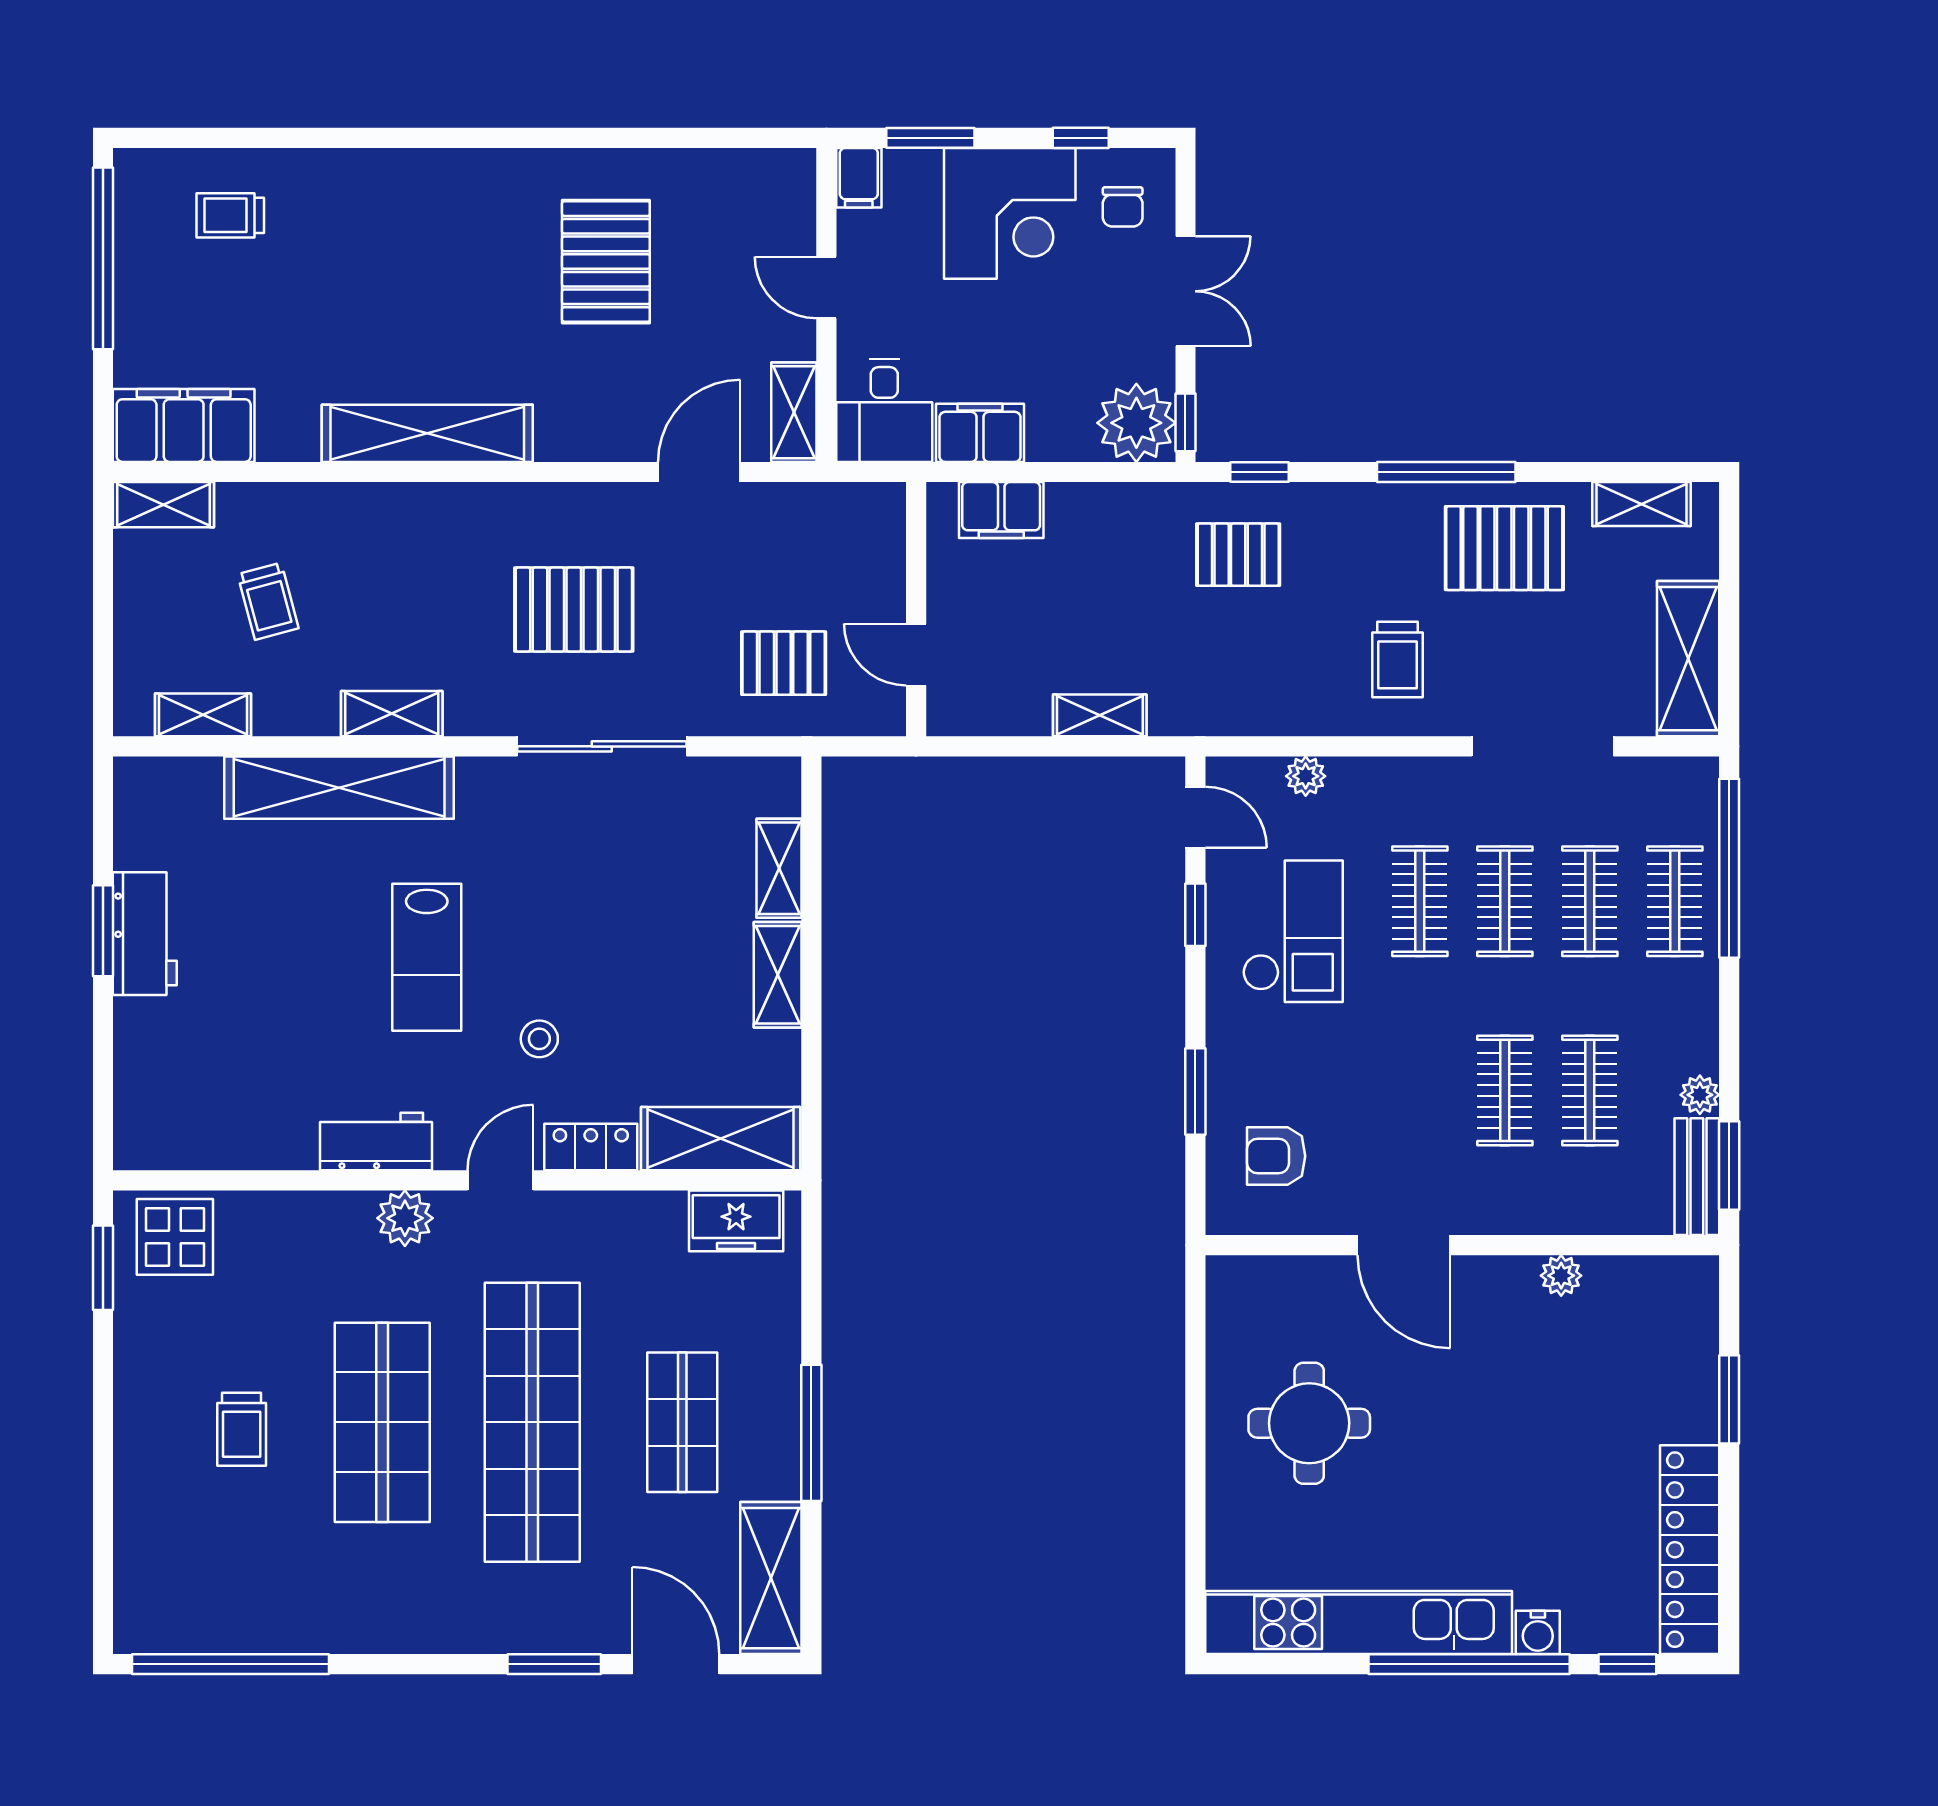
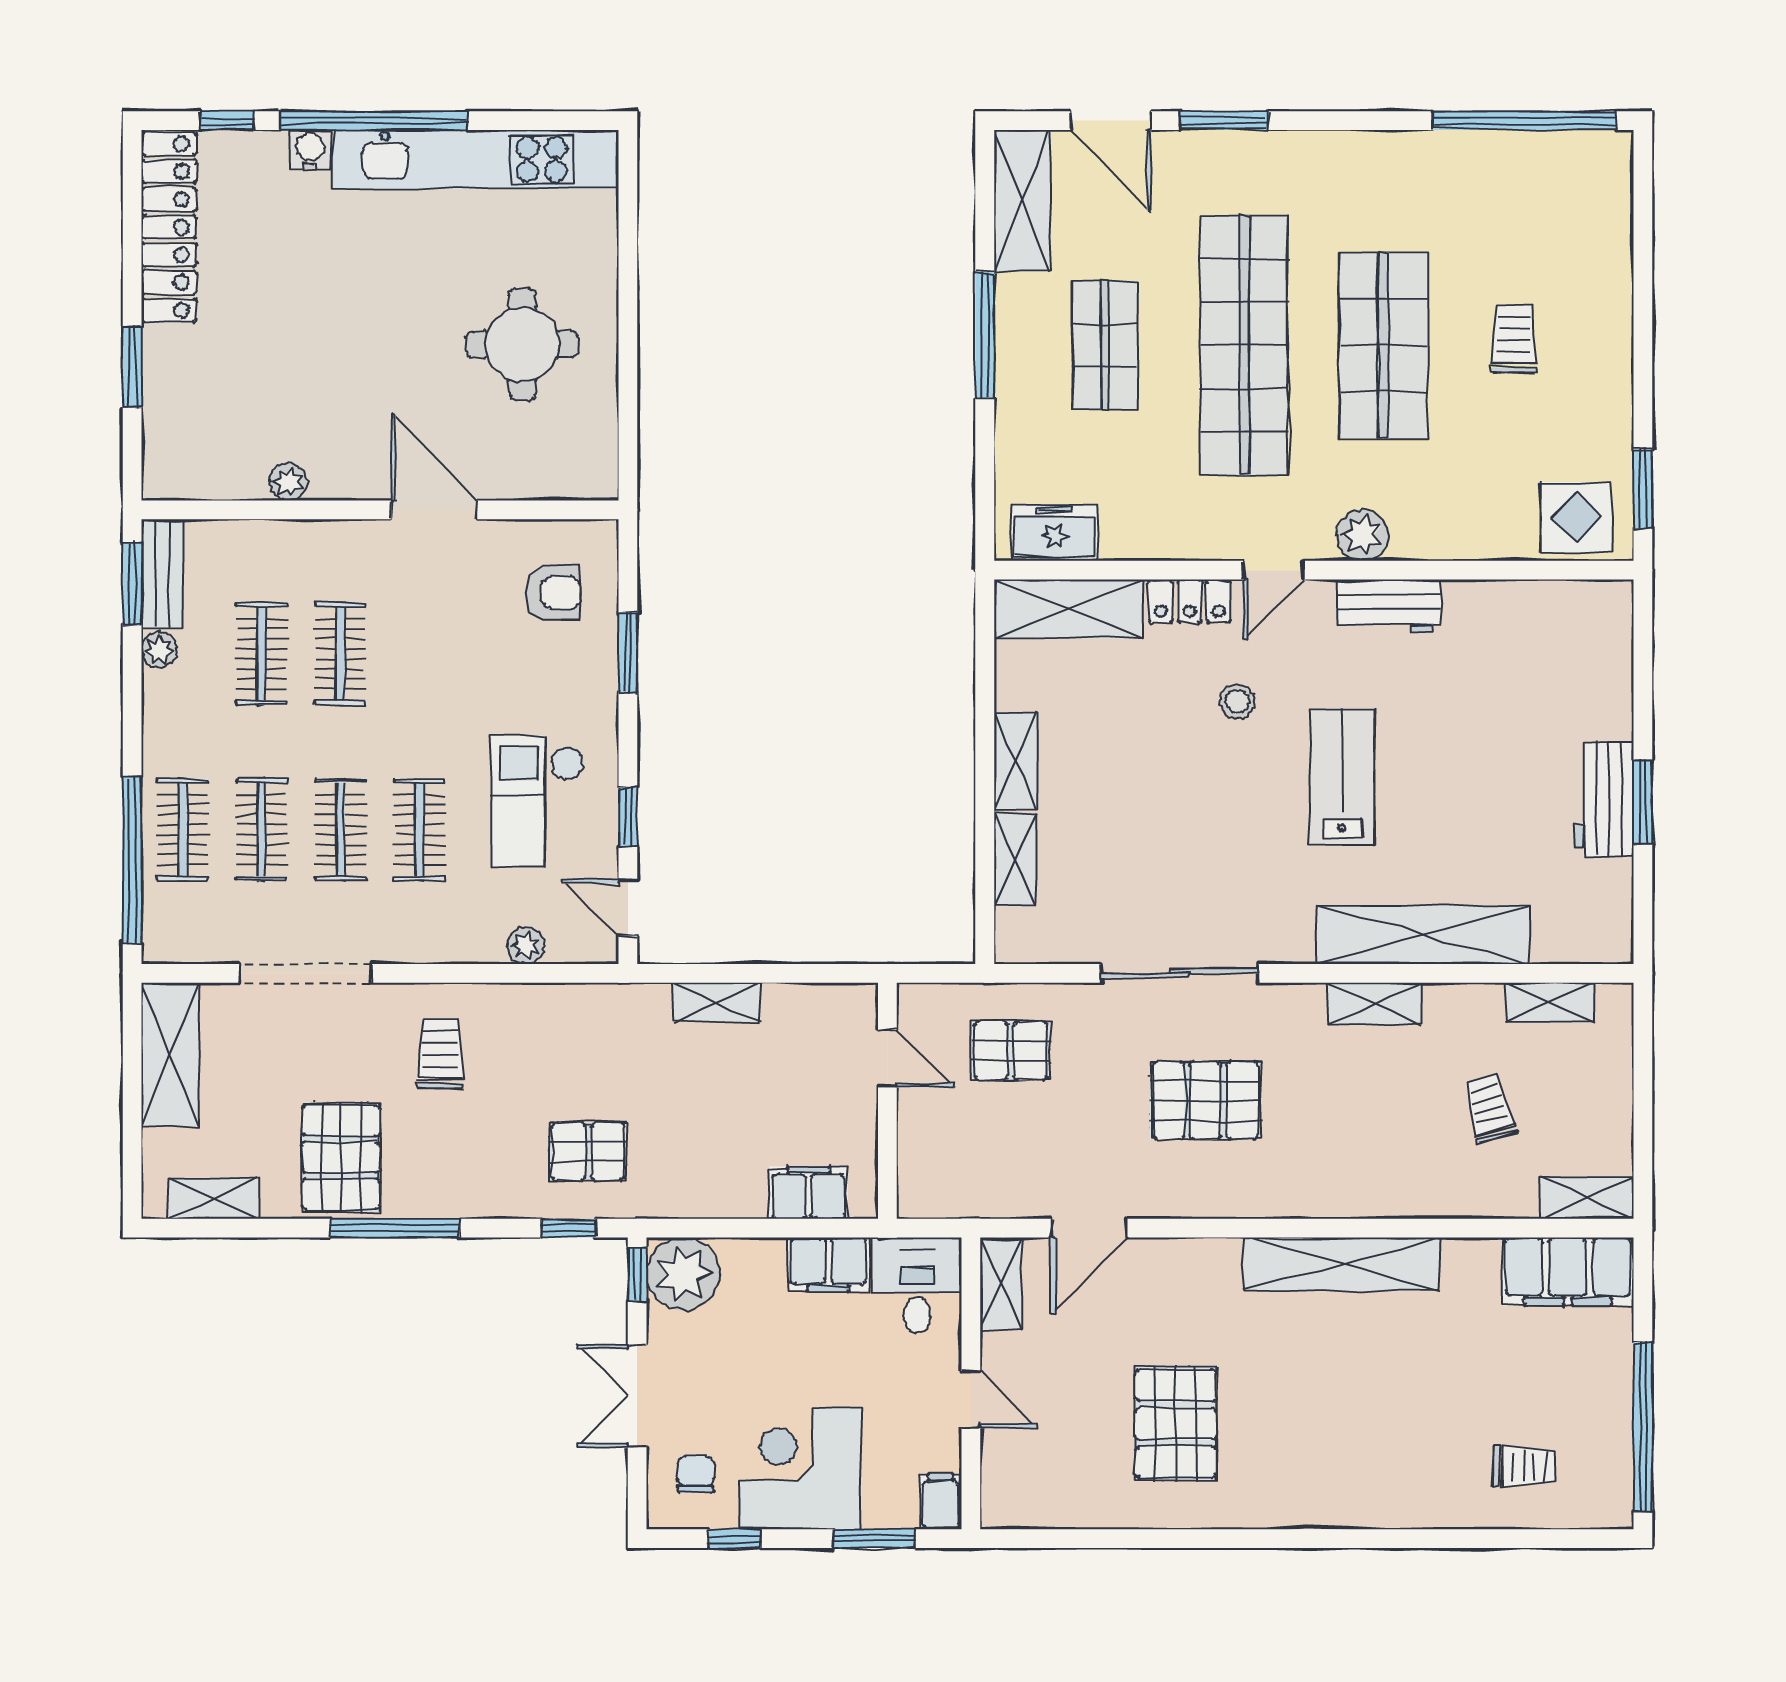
pallet: (1504, 548) -> (341, 1157), turned 90

